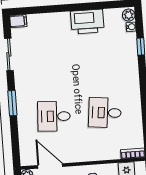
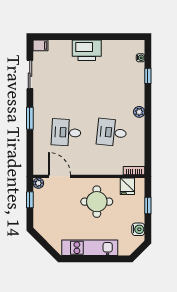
plant: (129, 15) -> (139, 112), moved
printer: (87, 22) -> (87, 50), moved

